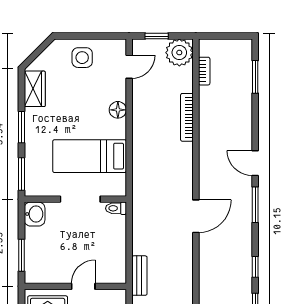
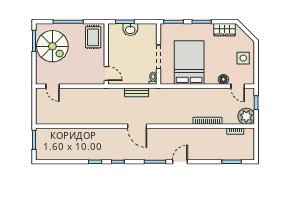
floor lamp: (118, 110) -> (223, 79), moved
bed: (90, 156) -> (189, 62), width x1.50
washbasin: (35, 214) -> (130, 30), moved
door: (196, 216) -> (137, 126), moved
bench: (139, 276) -> (137, 92), moved
door: (83, 286) -> (106, 74), moved

